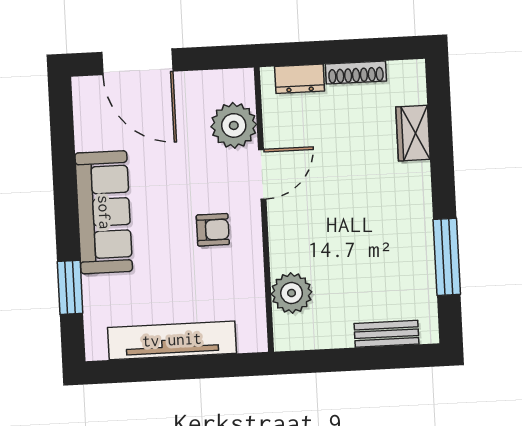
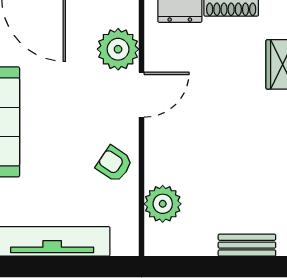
armchair: (213, 230) -> (114, 164), moved, turned -146

